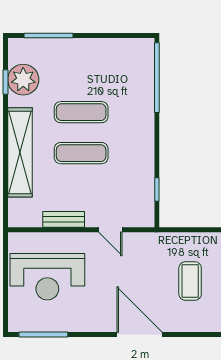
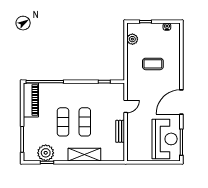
piano: (122, 52) -> (31, 100), added
shelving: (20, 152) -> (84, 155), width x0.68
reception desk: (47, 277) -> (165, 139), moved
door: (140, 335) -> (181, 102), moved

